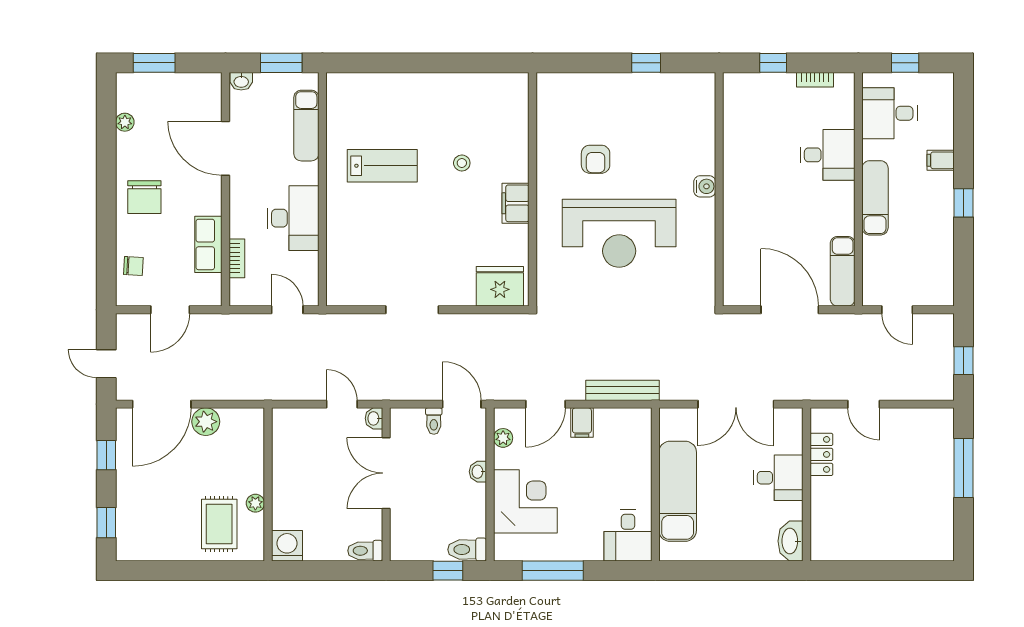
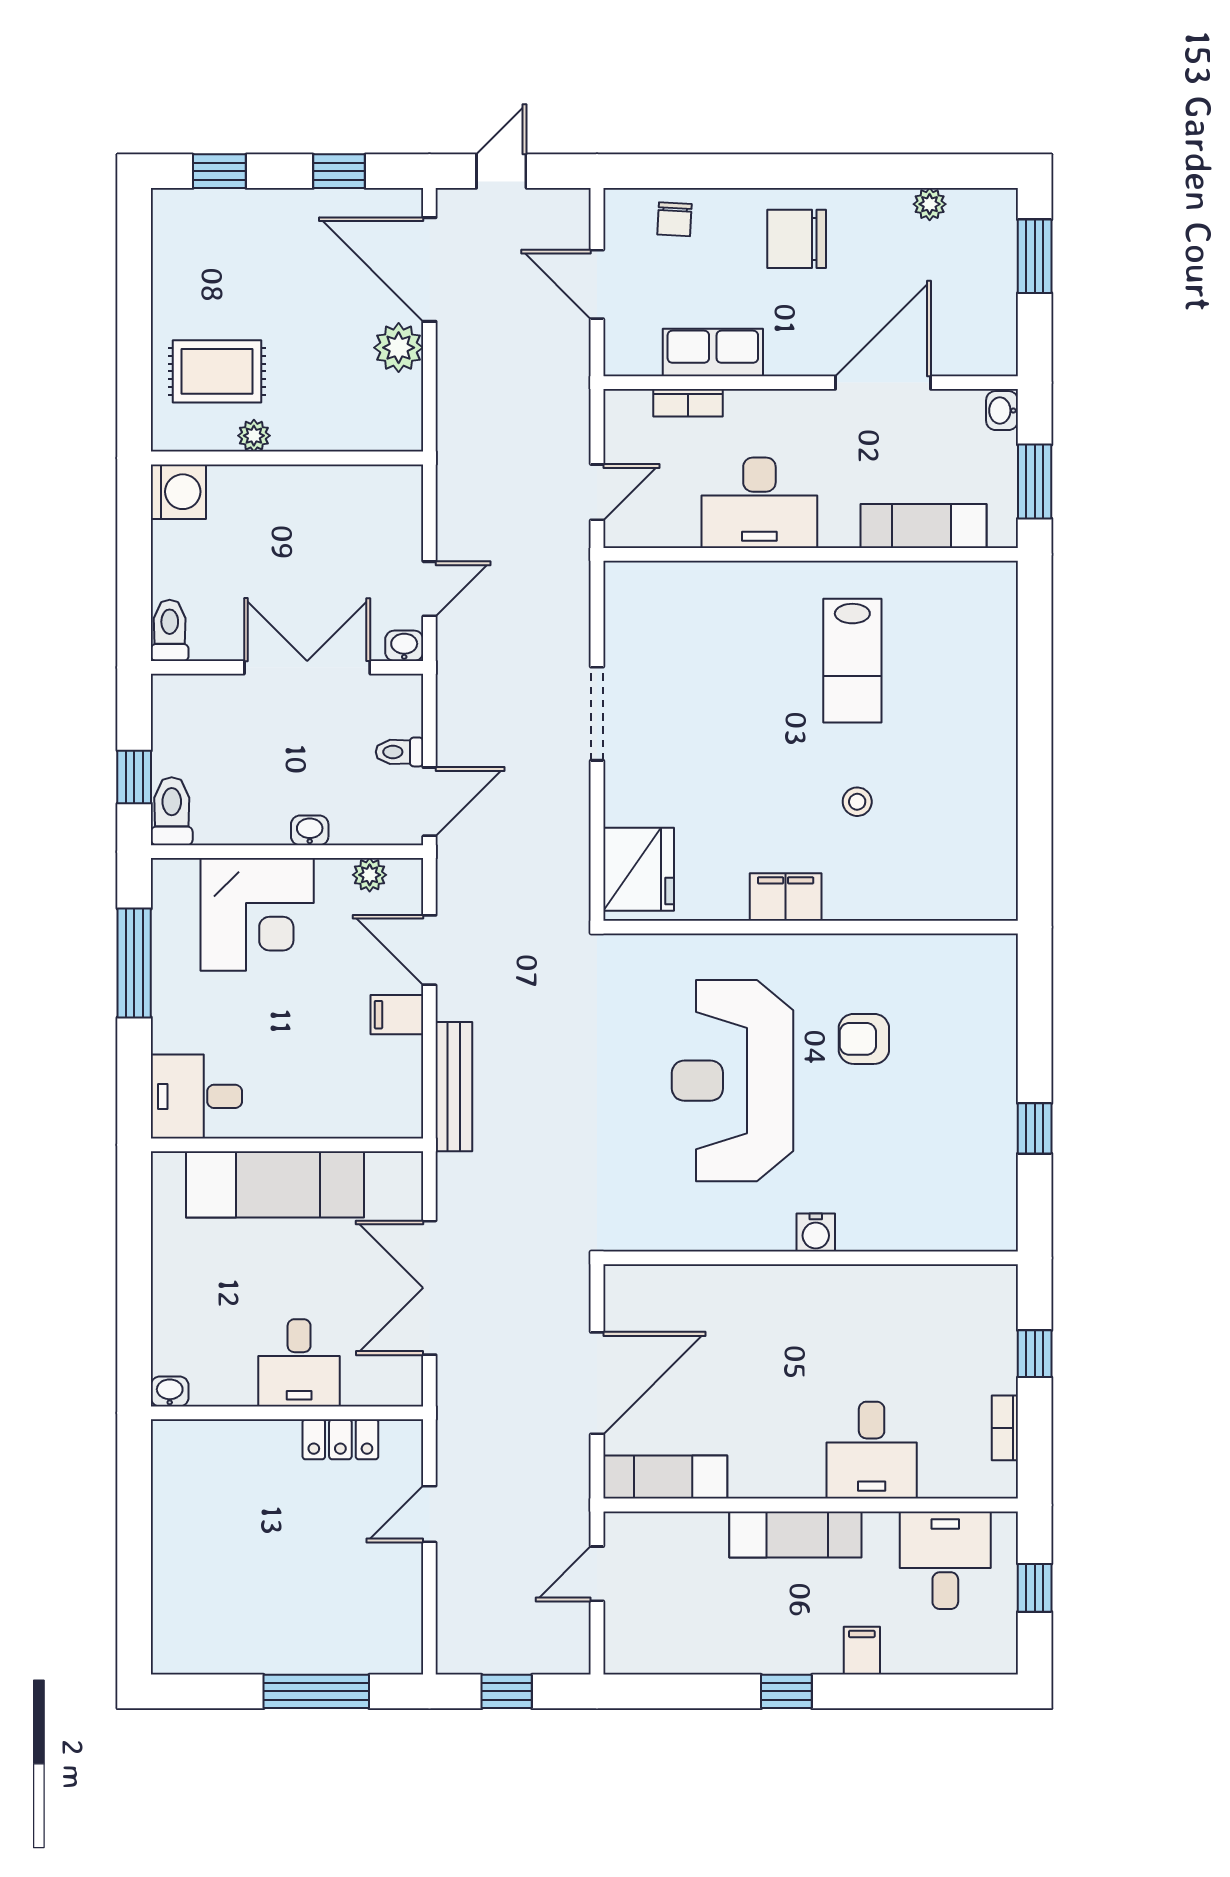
washbasin: (791, 541) -> (170, 1391), width x0.52, depth x0.69

